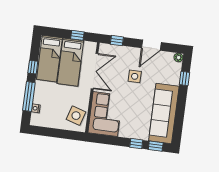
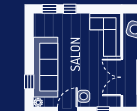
side table: (135, 76) -> (84, 96), moved
sofa: (164, 113) -> (46, 67), moved

